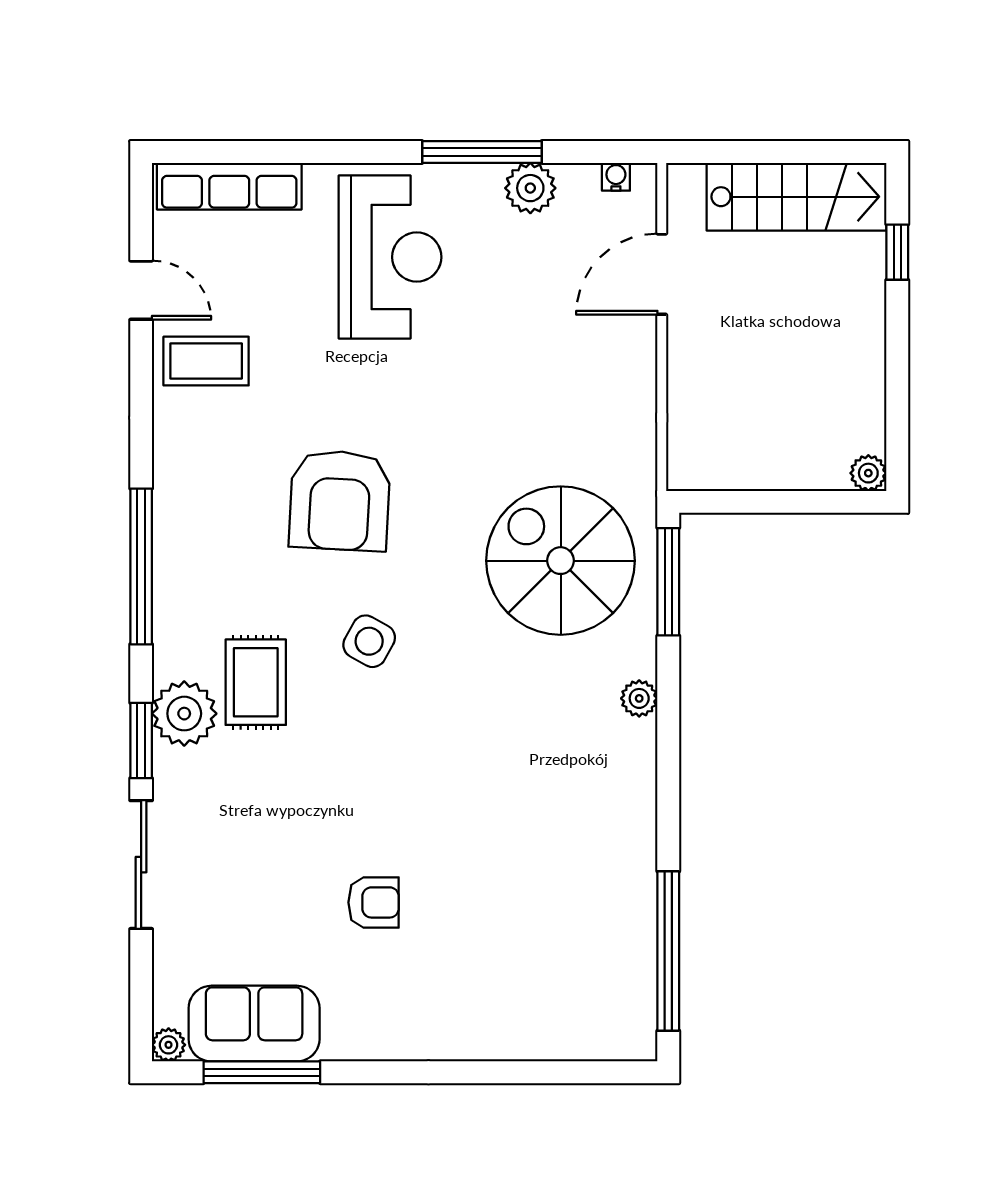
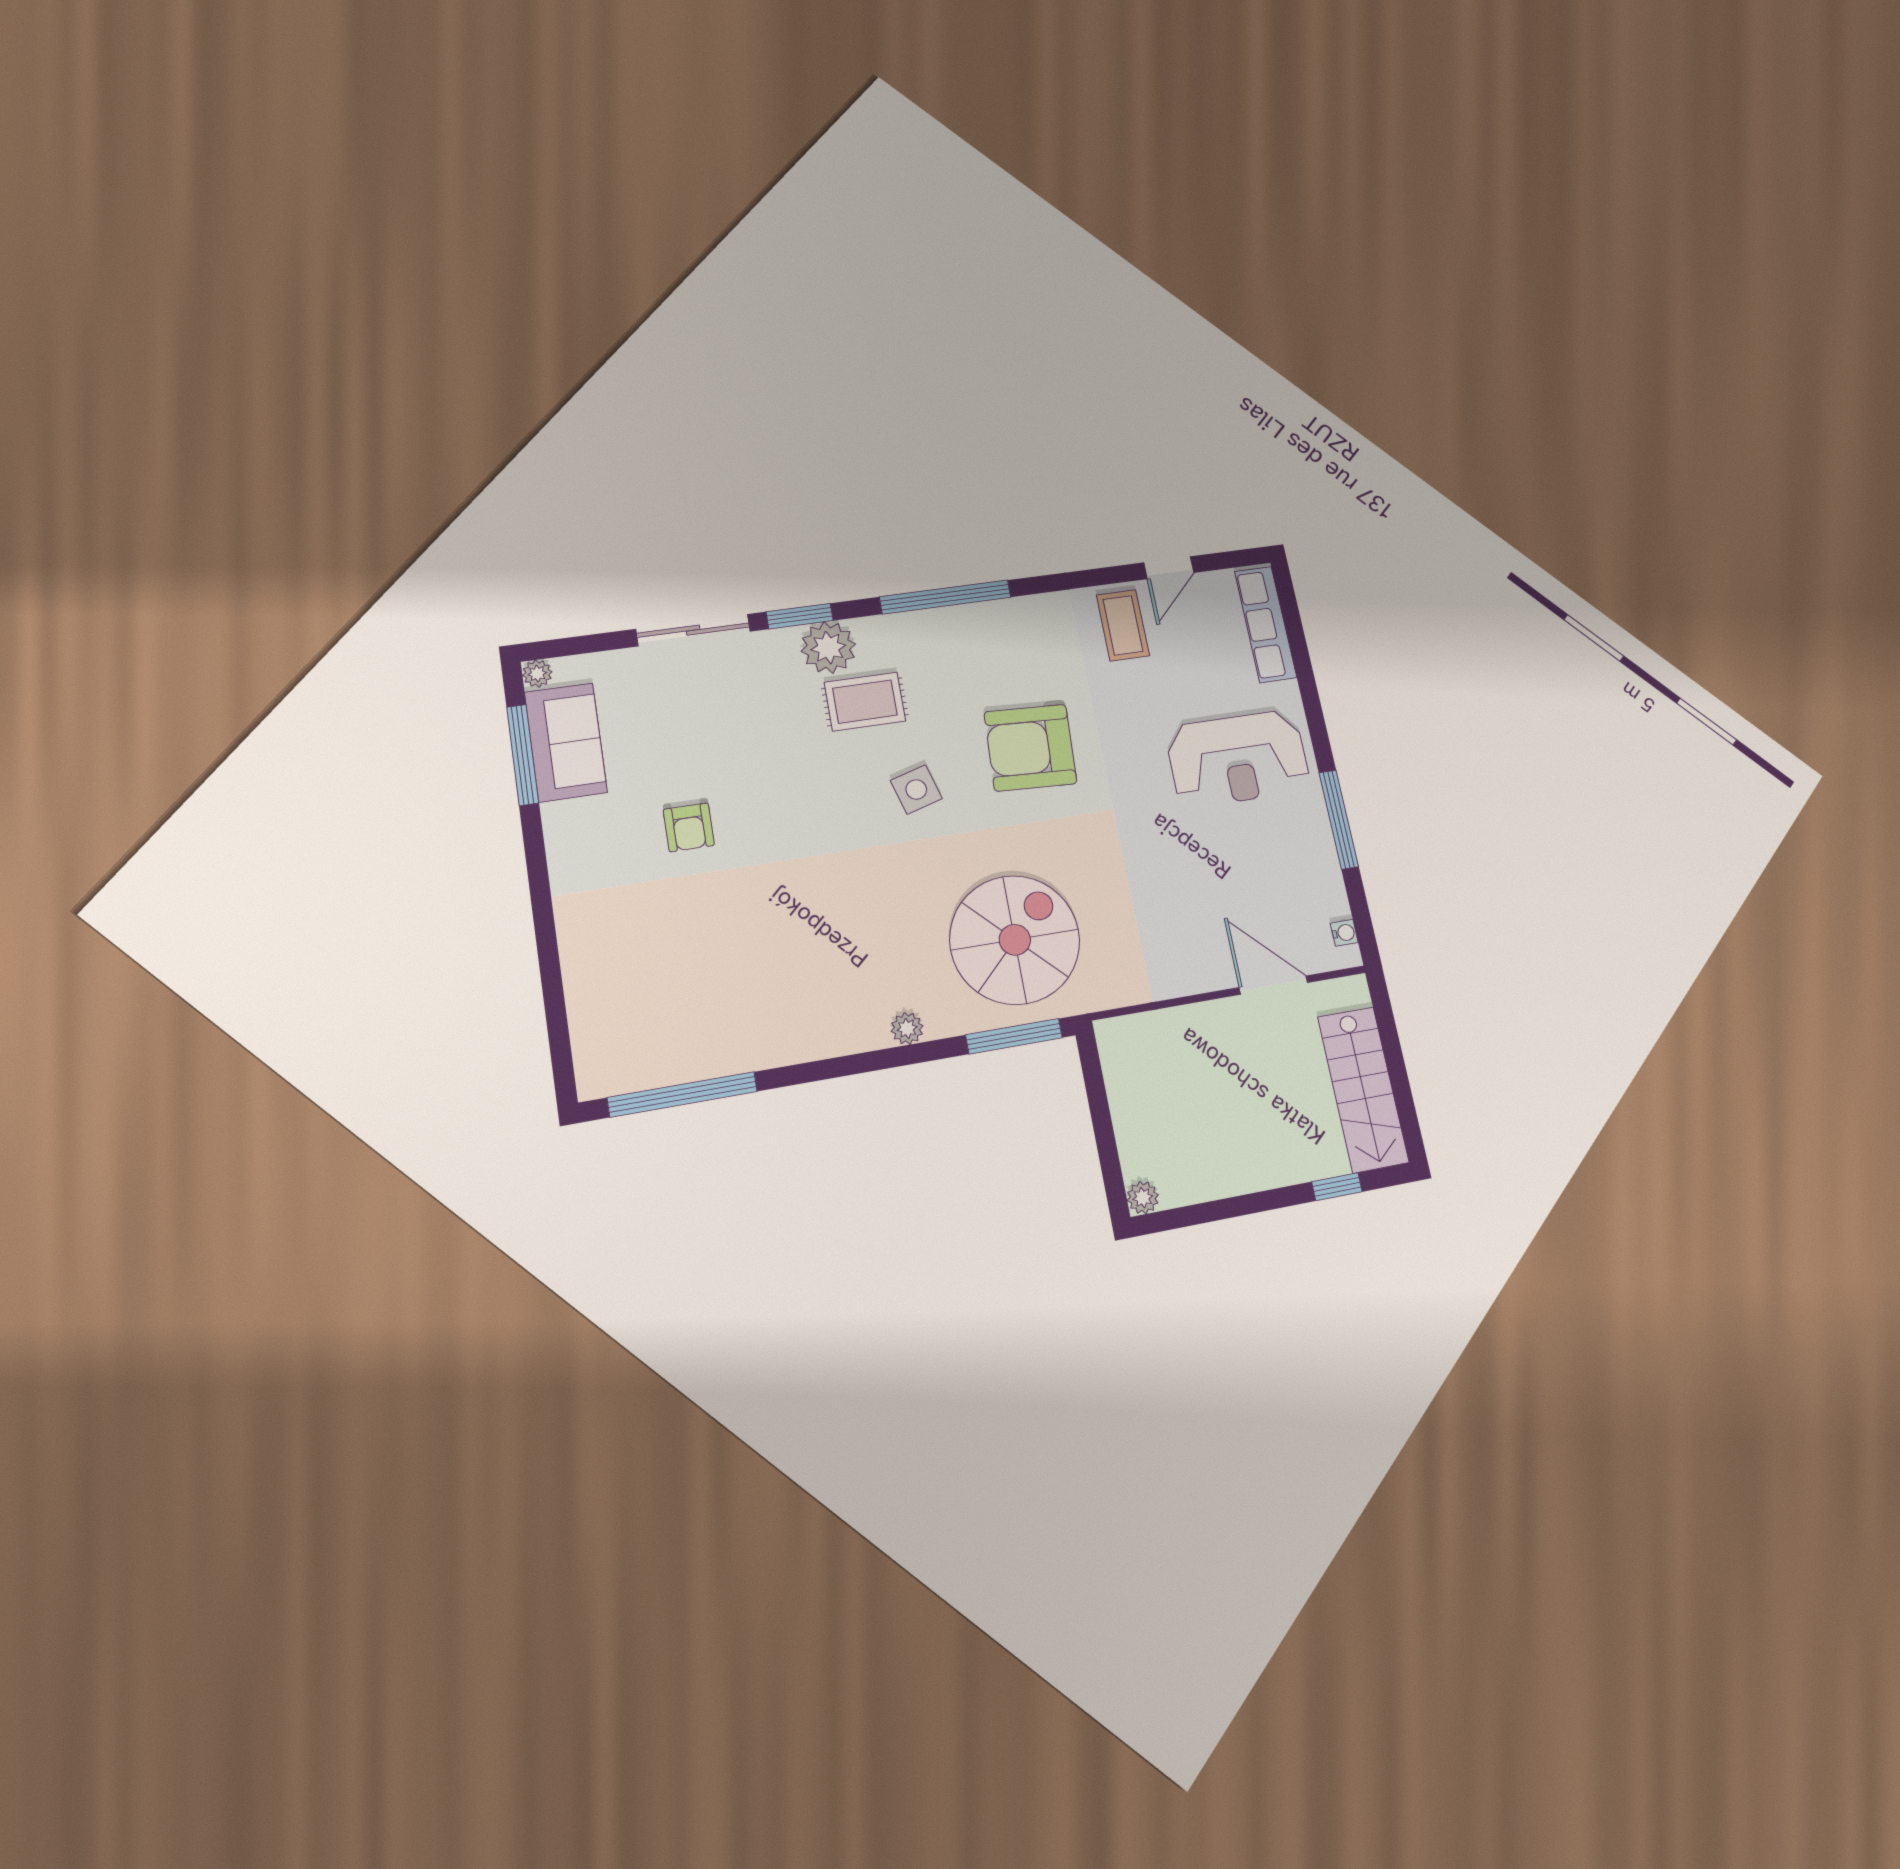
plant: (530, 188) -> (1319, 864), removed
side table: (369, 641) -> (916, 790), turned 45

